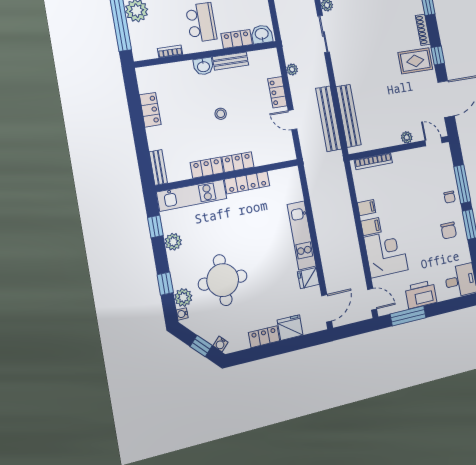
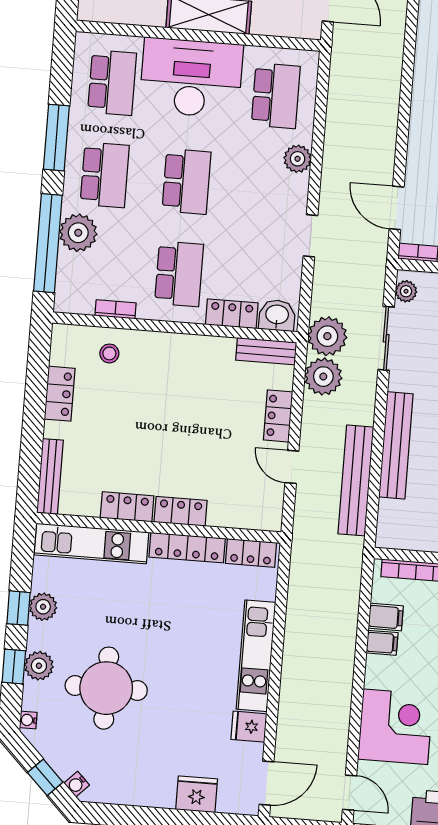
plant: (292, 40) -> (327, 336), added
bench: (231, 61) -> (266, 351), moved
washbasin: (203, 66) -> (164, 345), removed
plant: (292, 69) -> (323, 377), width x1.88, depth x1.88
stool: (221, 114) -> (109, 353), moved
bench: (349, 116) -> (396, 445), moved
bench: (158, 167) -> (50, 476), width x1.36
window: (155, 226) -> (19, 608), moved
filing cabinet: (371, 227) -> (386, 617), moved
plant: (183, 297) -> (39, 666), moved
locker: (264, 337) -> (251, 553), moved, turned 180

